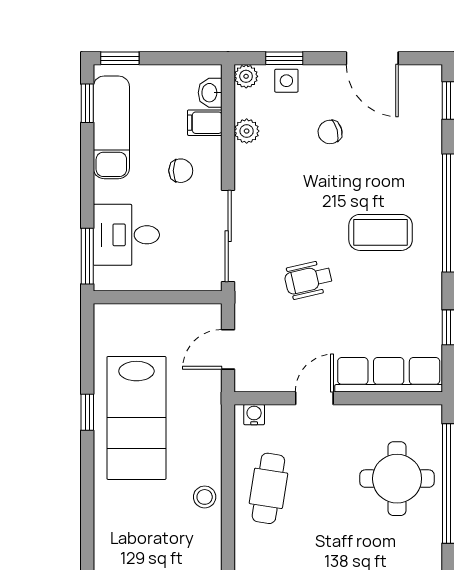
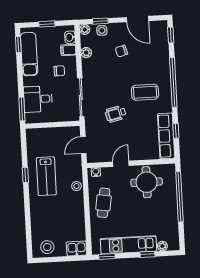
window: (120, 58) -> (47, 24), moved
row of seats: (389, 375) -> (166, 136), moved, turned -90
lab bench: (136, 418) -> (46, 176), width x0.73, depth x0.72
round table: (397, 479) -> (147, 182), moved
stool: (205, 497) -> (76, 186), moved

